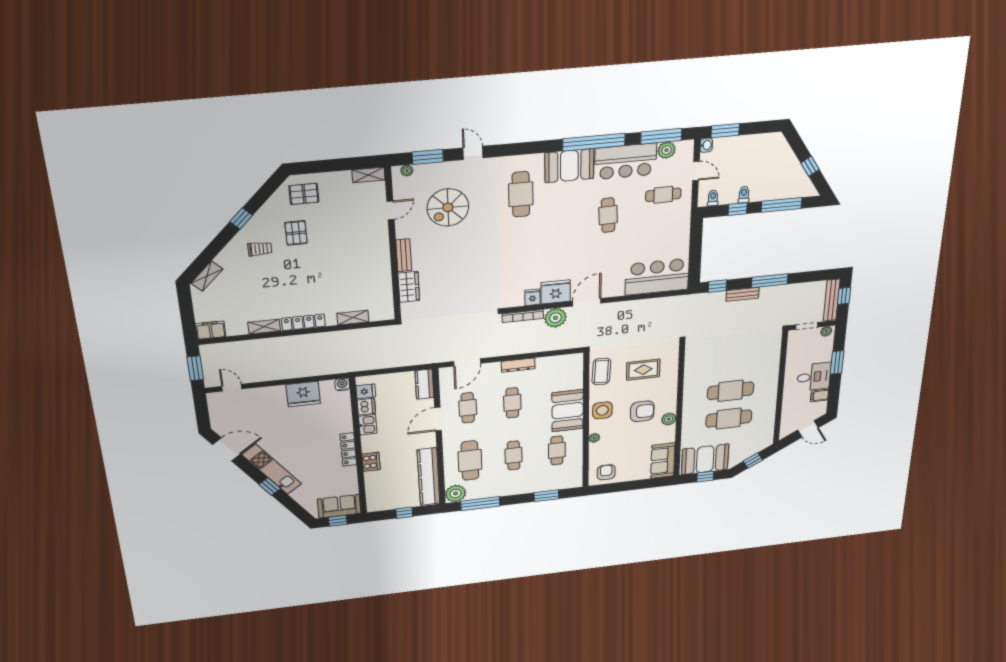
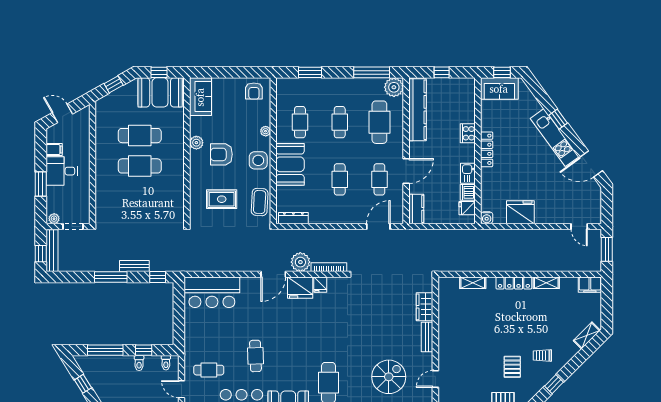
dresser: (518, 365) -> (293, 218), moved

